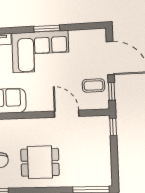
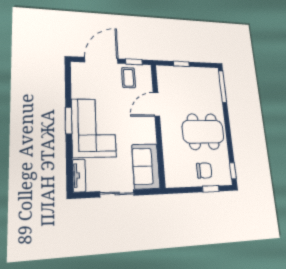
window: (113, 127) -> (181, 64), moved
dining table: (40, 162) -> (203, 132), width x1.37

